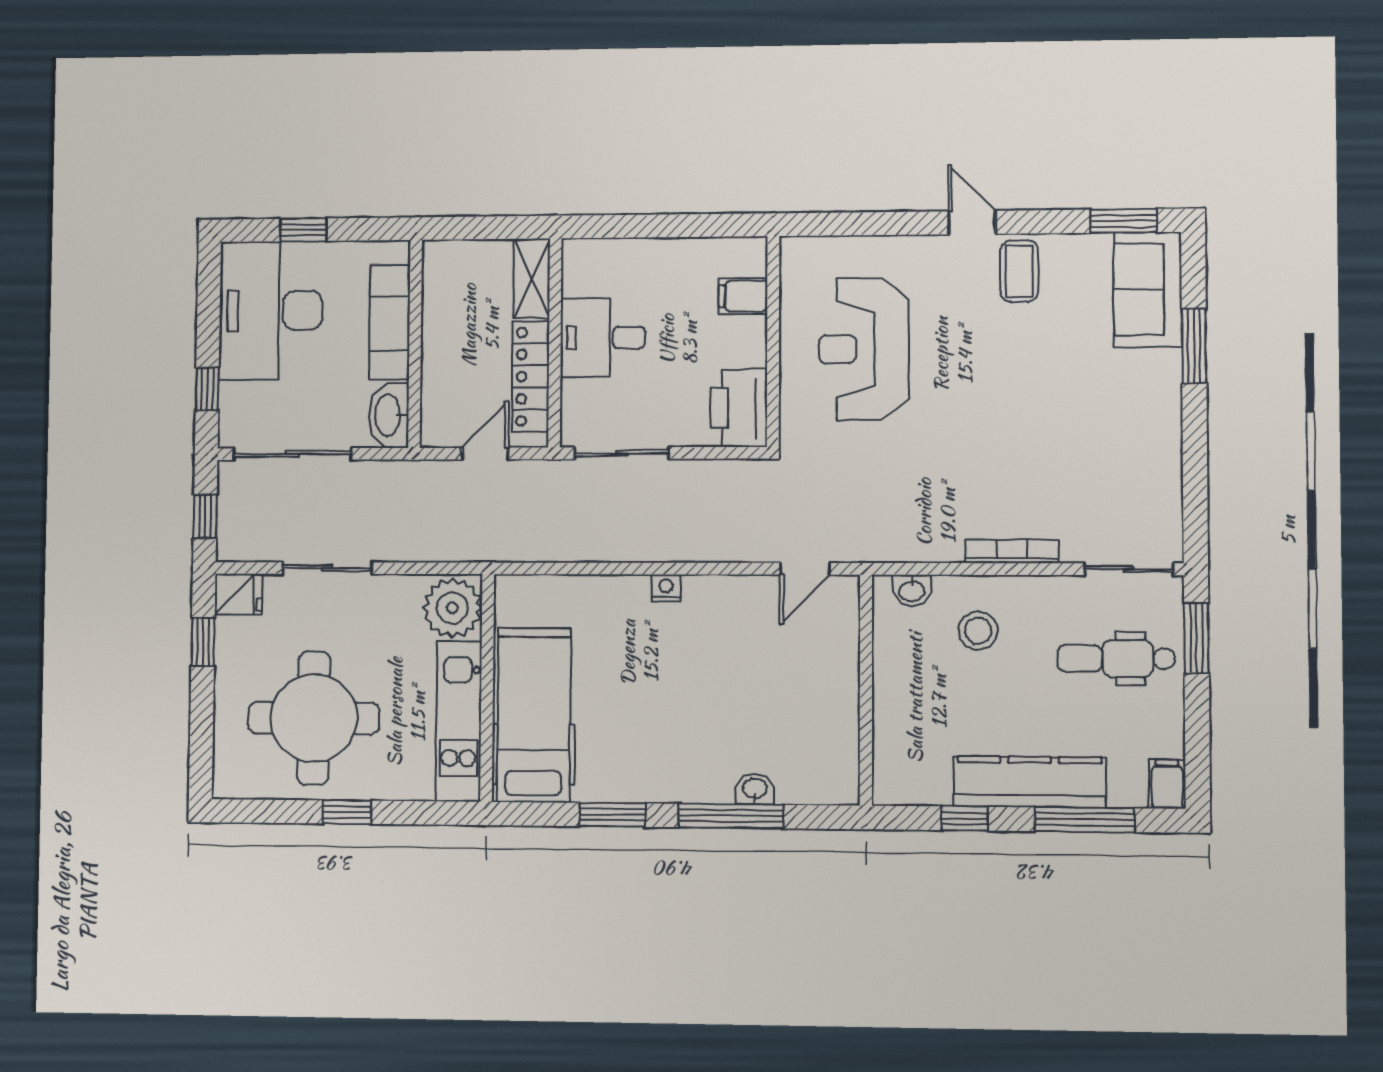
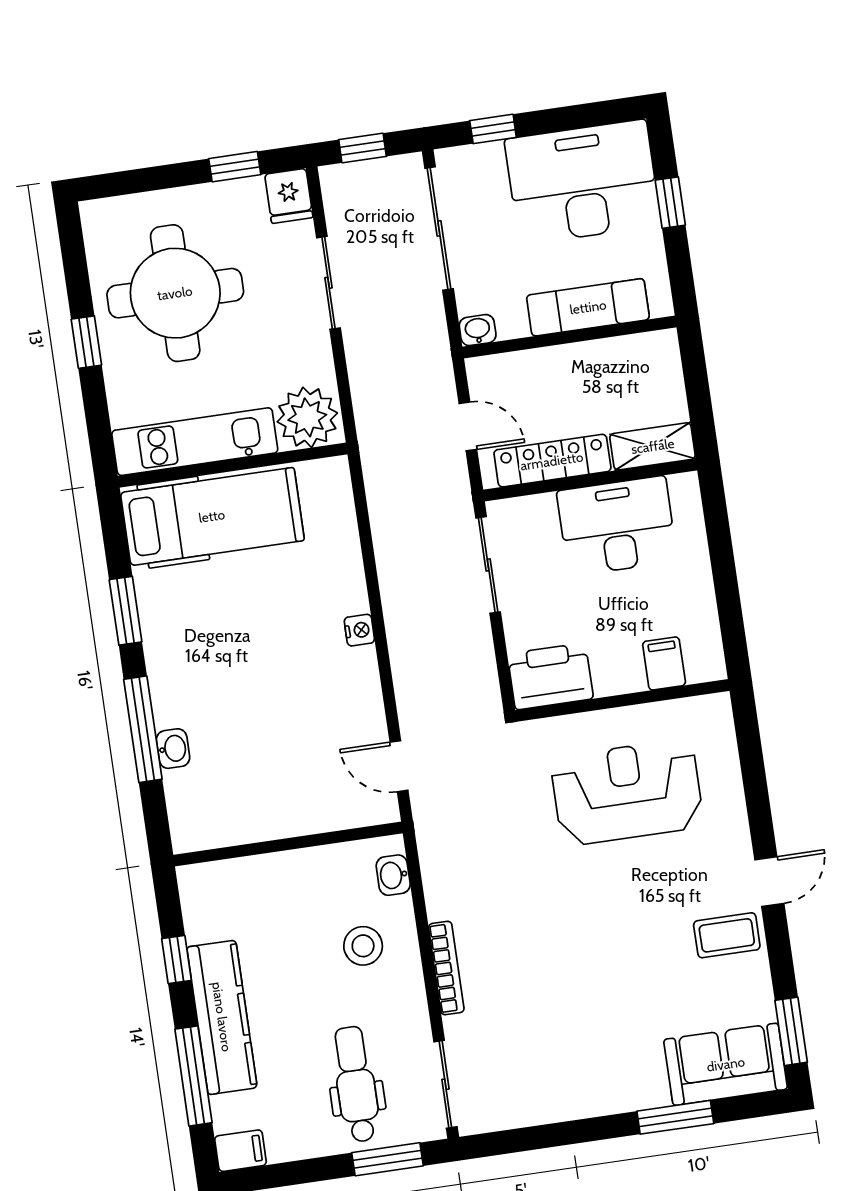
desk: (603, 338) -> (617, 526), width x1.37
washbasin: (389, 415) -> (478, 330), width x0.52, depth x0.69

